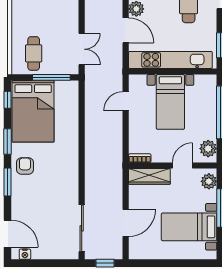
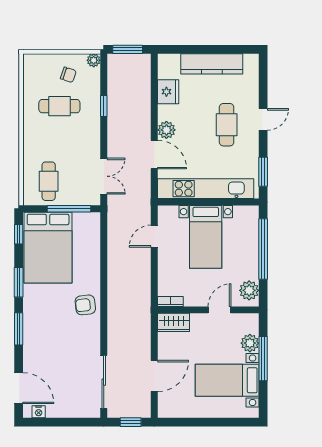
armchair: (25, 166) -> (85, 305), moved, turned -97
wardrobe: (149, 176) -> (174, 322), width x0.67
plant: (209, 181) -> (250, 343), moved

